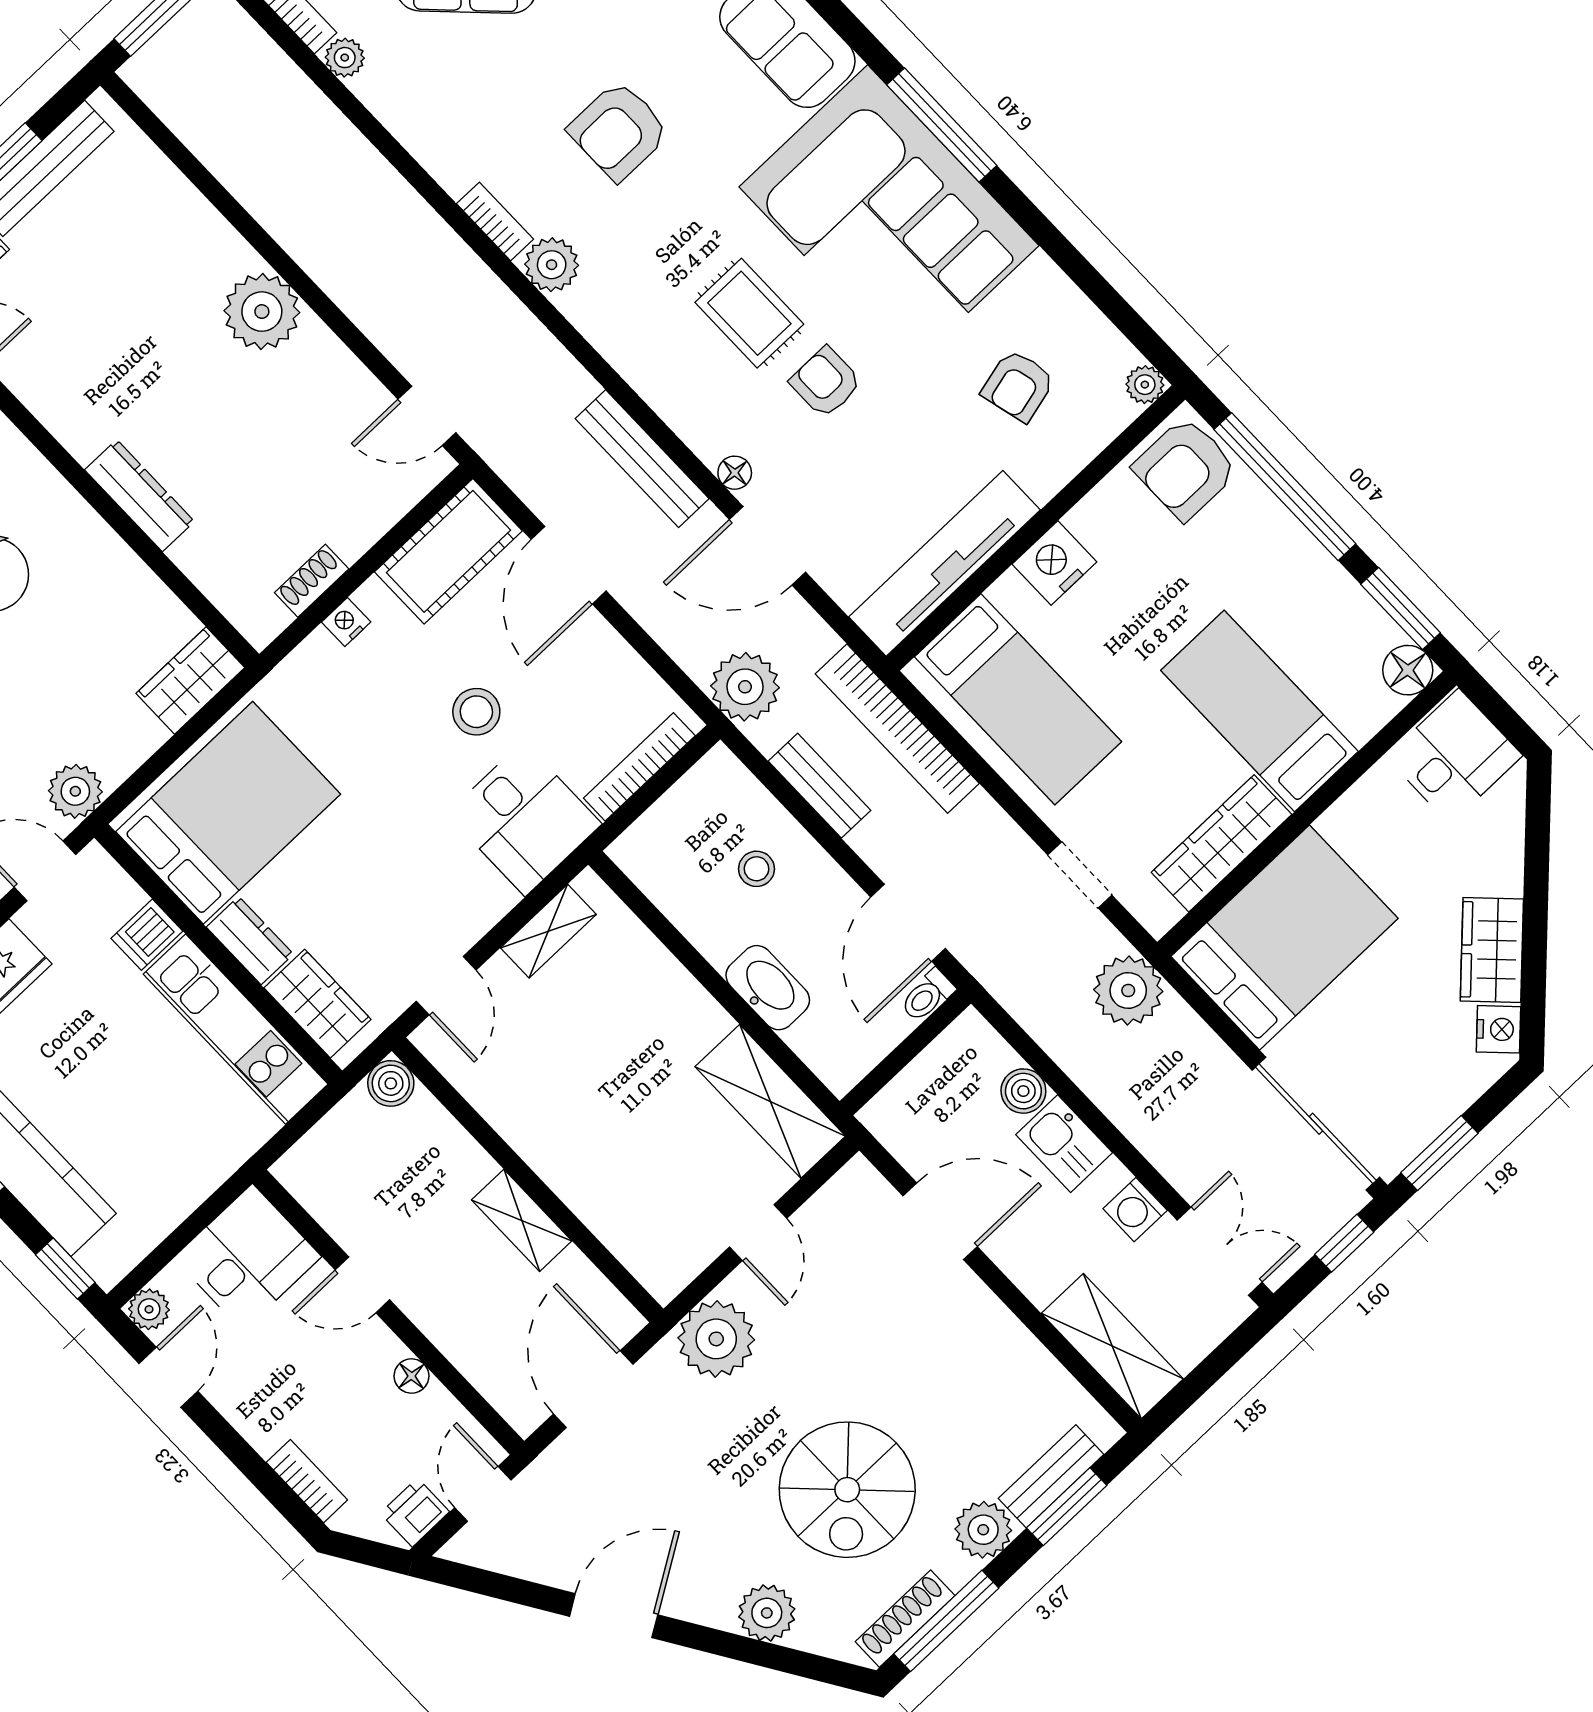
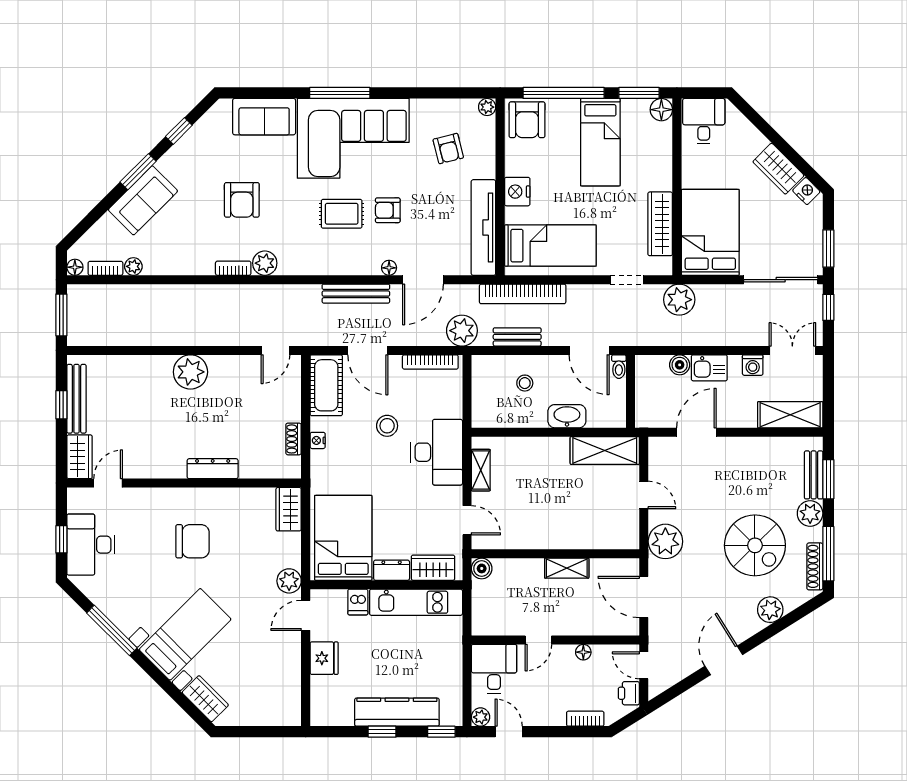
bed: (1259, 711) -> (600, 142), moved, turned -90
bookcase: (639, 767) -> (430, 362), moved, turned -90
desk: (524, 819) -> (437, 452), width x1.37

